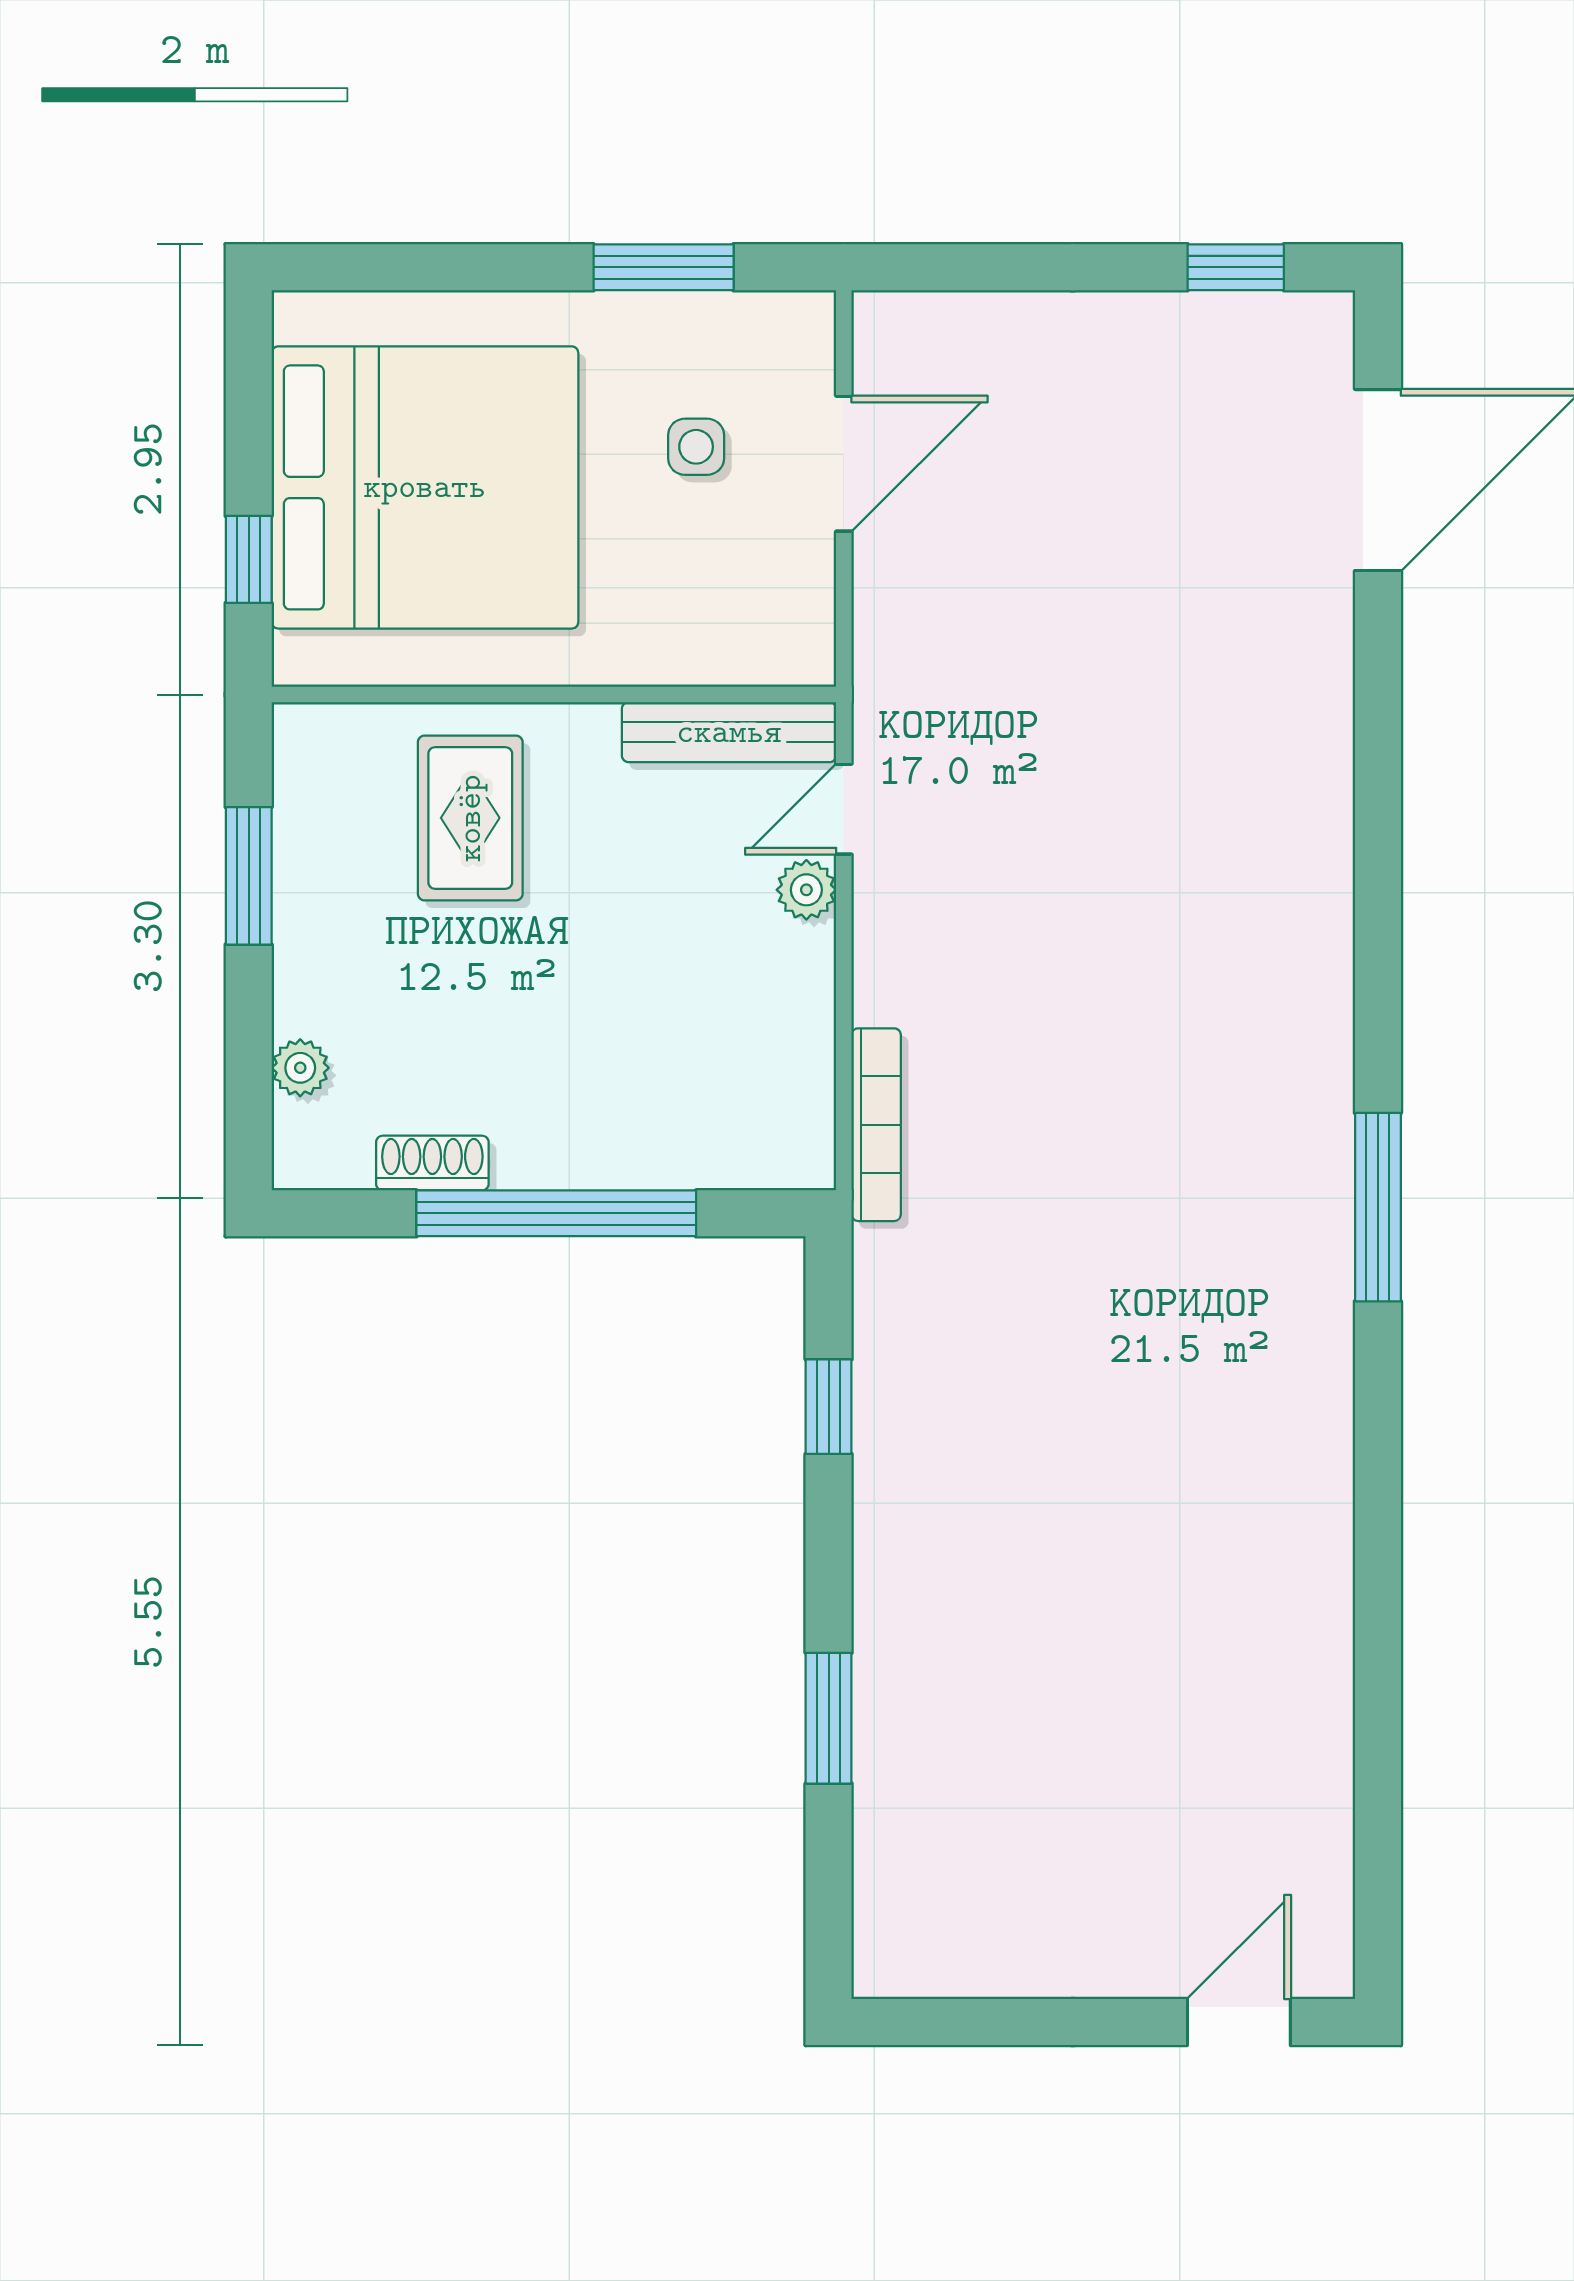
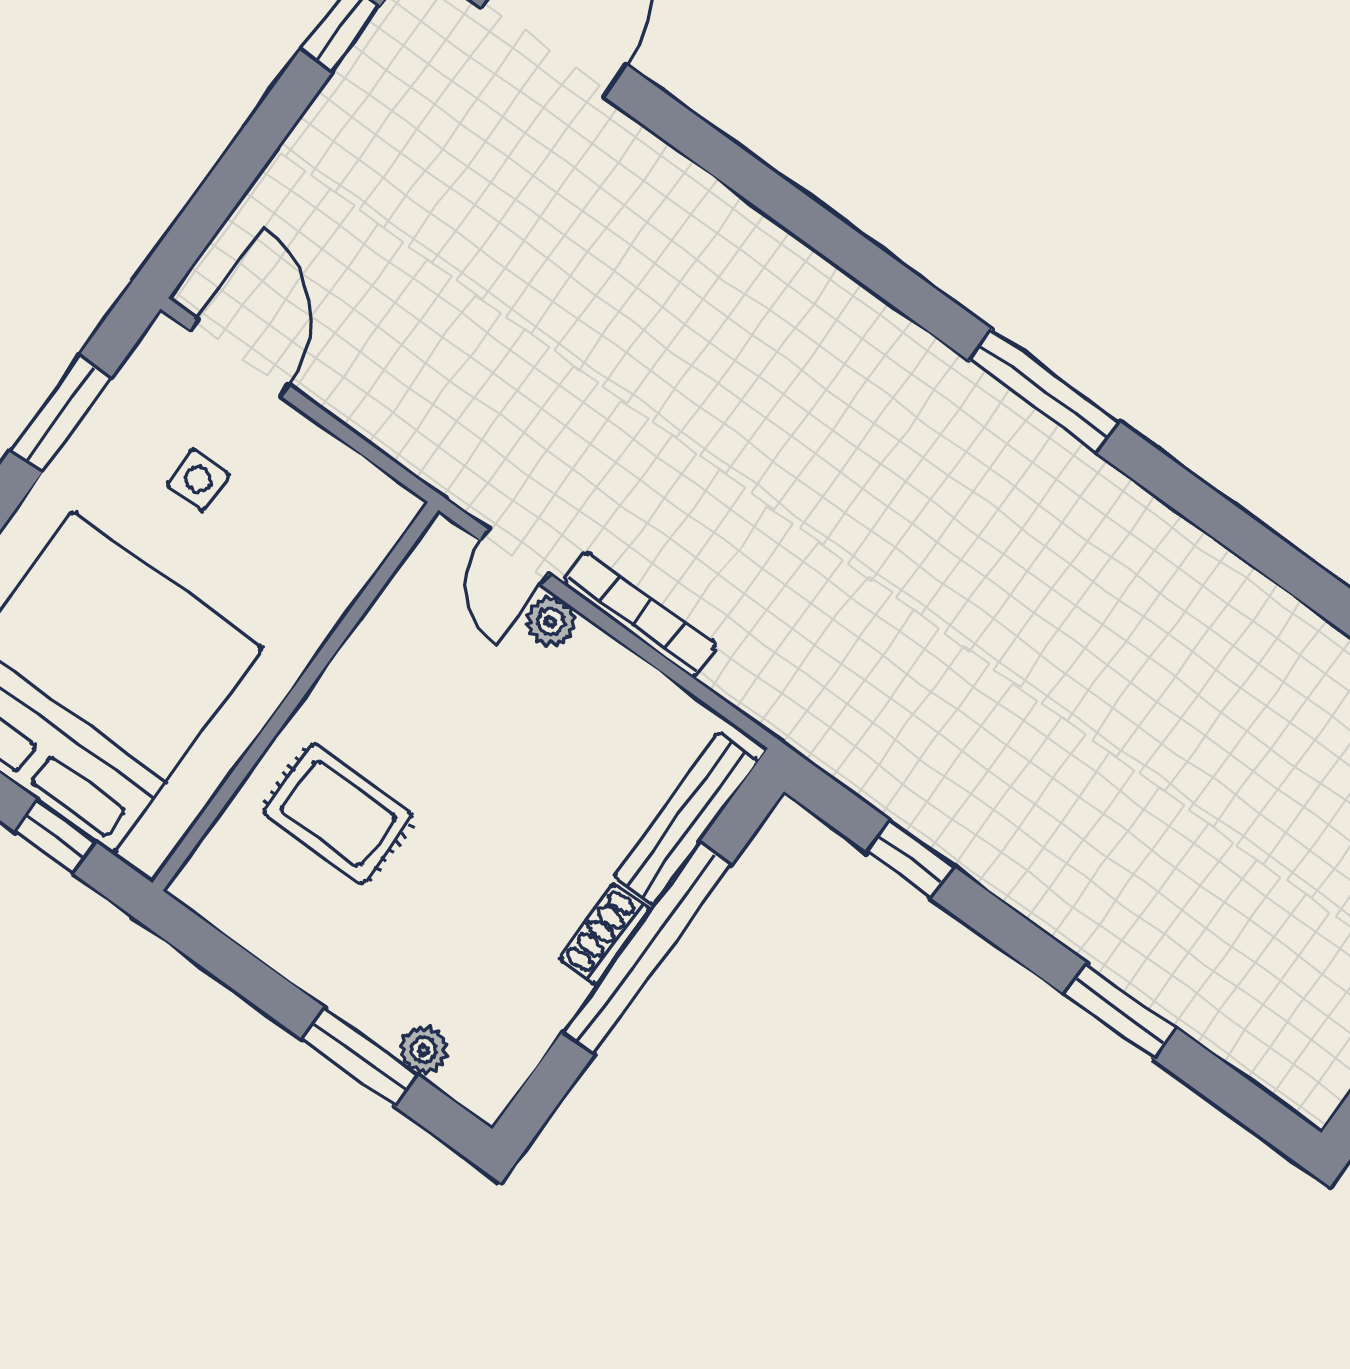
door: (844, 464) -> (239, 358), moved
bench: (729, 732) -> (686, 819), moved
window: (249, 876) -> (360, 1057), moved
bookcase: (876, 1125) -> (640, 615), moved
shoe rack: (432, 1163) -> (605, 935), moved

